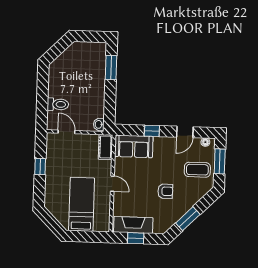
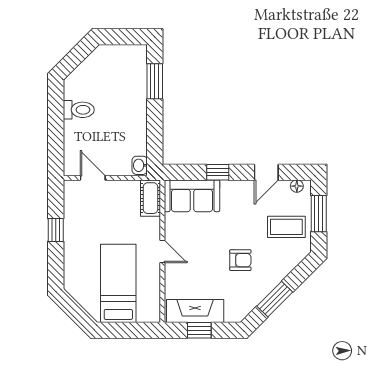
toilet: (58, 104) -> (79, 110), moved

